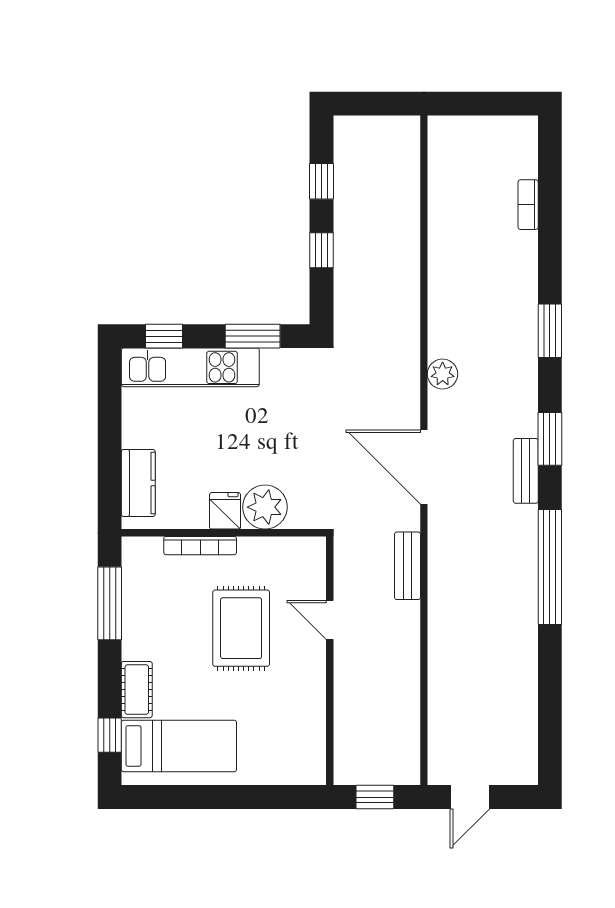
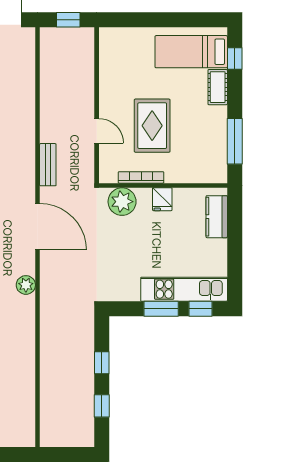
window: (253, 336) -> (161, 309), moved
plant: (265, 507) -> (122, 202), moved
bookcase: (200, 546) -> (141, 177), moved

